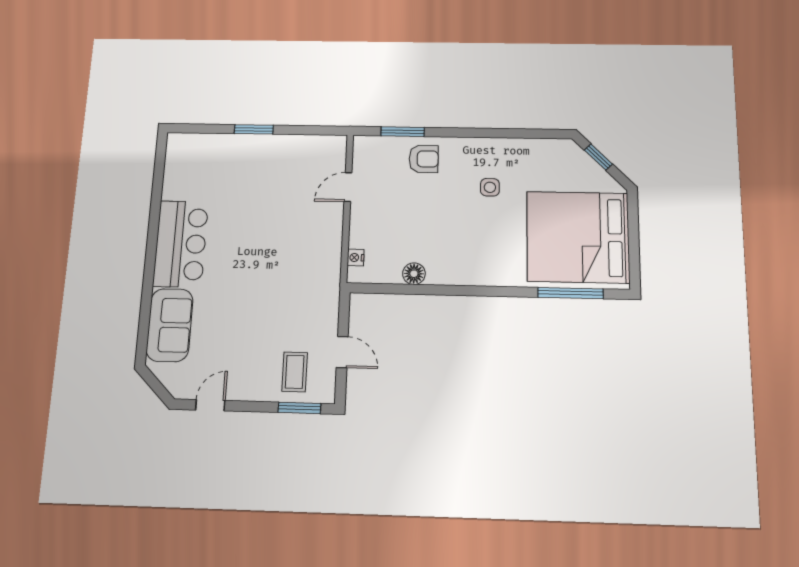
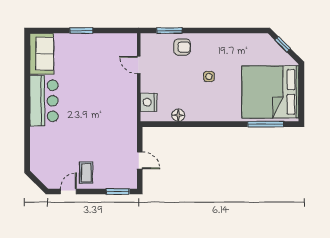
door: (348, 187) -> (139, 65), hinge flipped
side table: (490, 187) -> (209, 76), moved
nightstand: (356, 258) -> (149, 102), width x1.89, depth x1.79
sofa: (170, 325) -> (42, 54), moved
coffee table: (295, 372) -> (86, 173), moved

